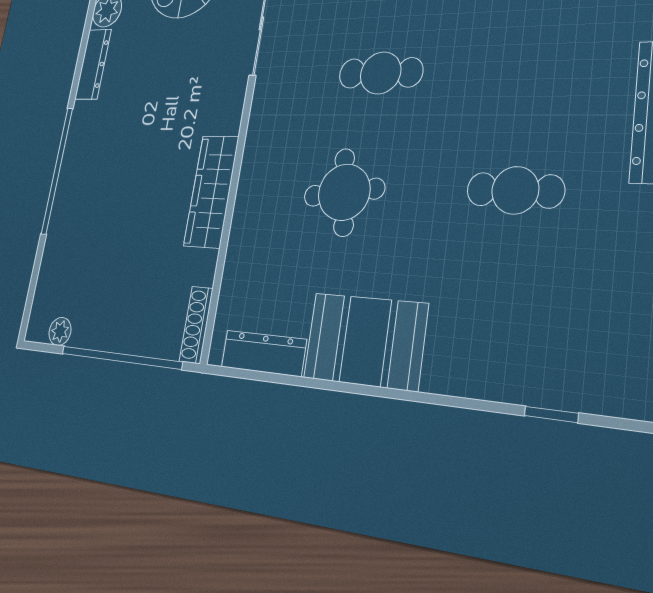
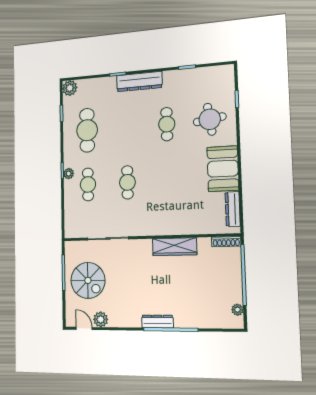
dresser: (93, 64) -> (157, 321), moved
round table: (344, 192) -> (210, 119), moved

